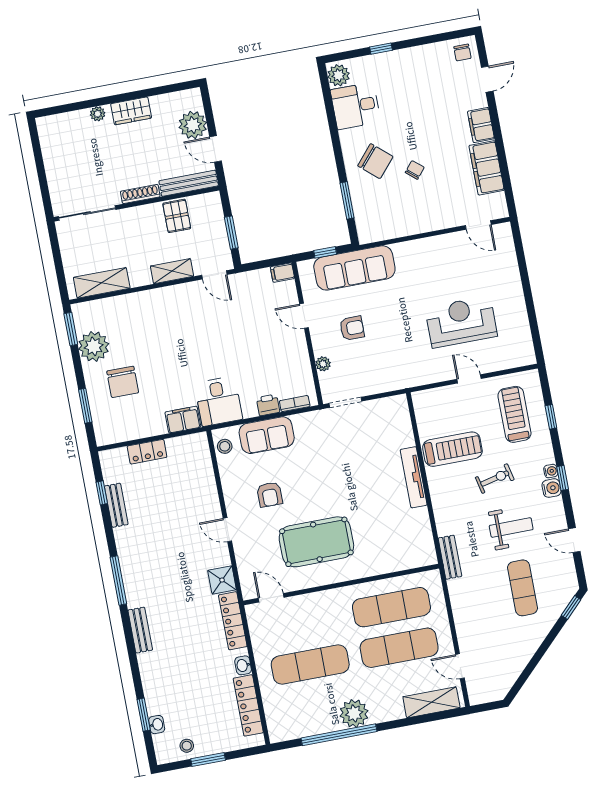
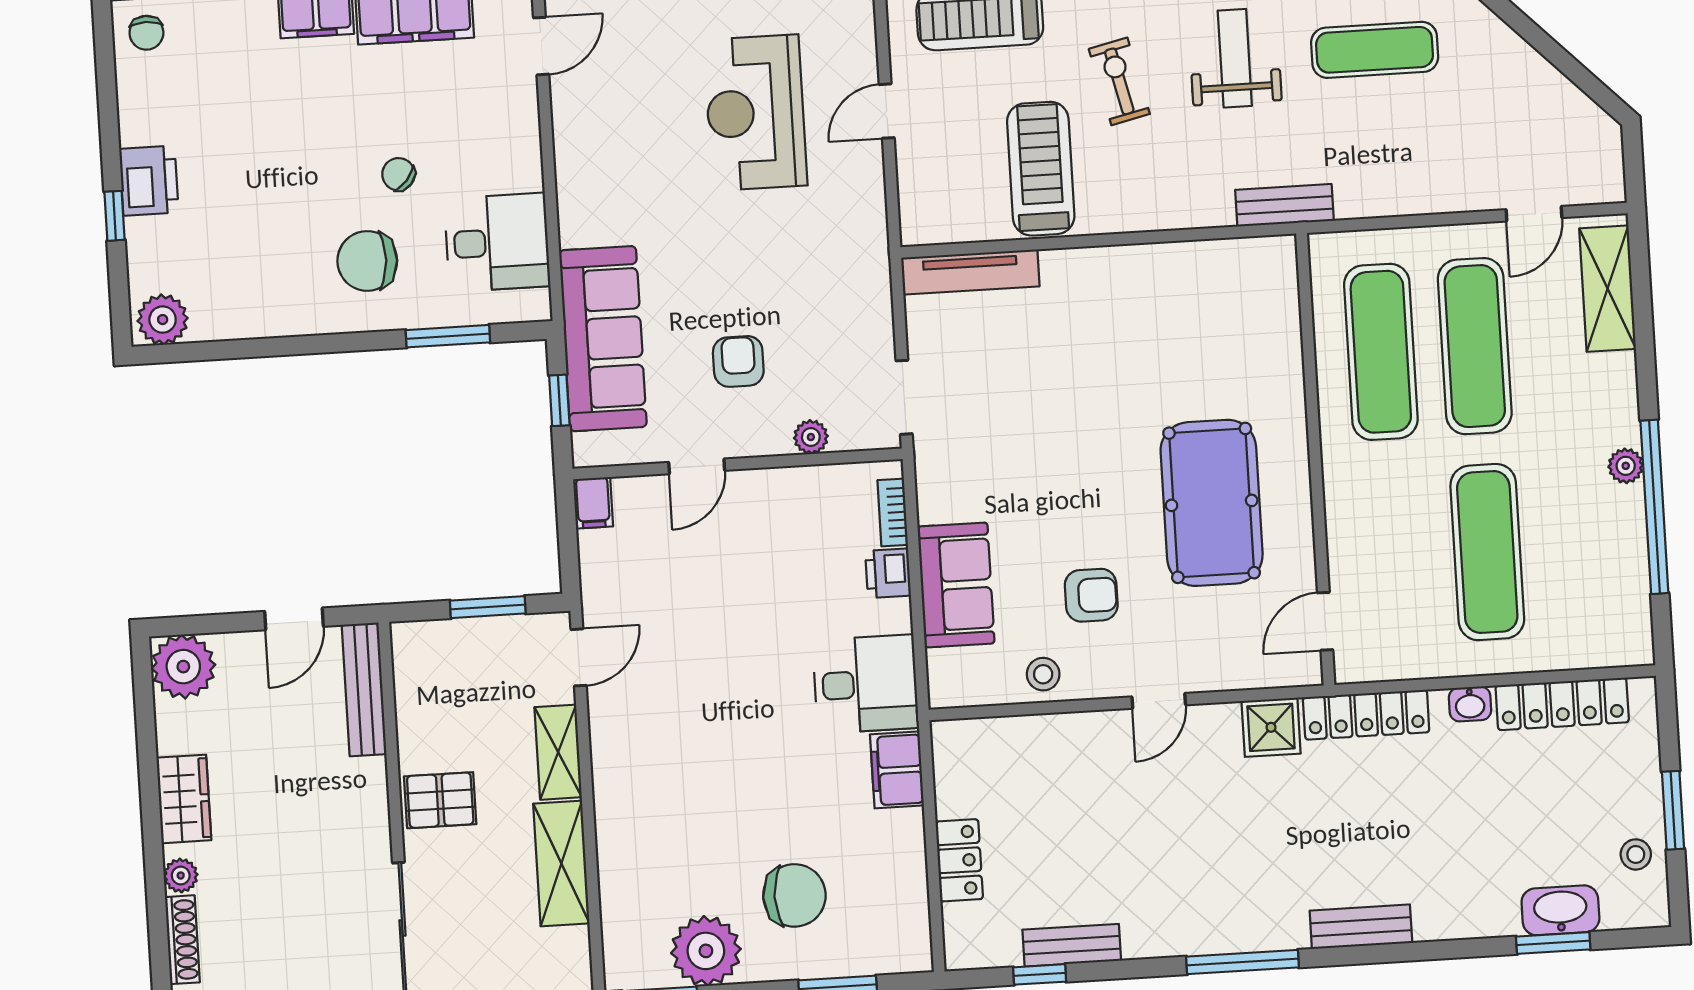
chair: (462, 52) -> (146, 33), turned 90
printer: (398, 62) -> (149, 181), added
desk: (356, 106) -> (497, 242), moved, turned -90
plant: (193, 125) -> (183, 667), moved
chair: (375, 161) -> (367, 261), turned -129
shoe rack: (140, 194) -> (182, 940), moved, turned 180
pallet: (177, 216) -> (440, 800), moved
shelving: (102, 283) -> (561, 864), moved
stool: (225, 446) -> (1043, 674), moved
tv unit: (414, 477) -> (970, 272), moved
plant: (354, 713) -> (1626, 466), width x0.53, depth x0.53
washbasin: (157, 725) -> (1560, 910), width x1.91, depth x1.45

